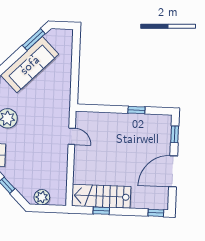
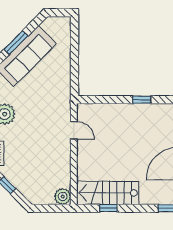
window: (34, 40) -> (16, 43), moved
plant: (42, 197) -> (63, 196), moved

